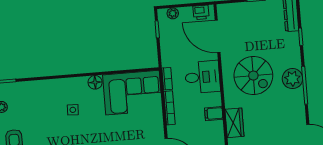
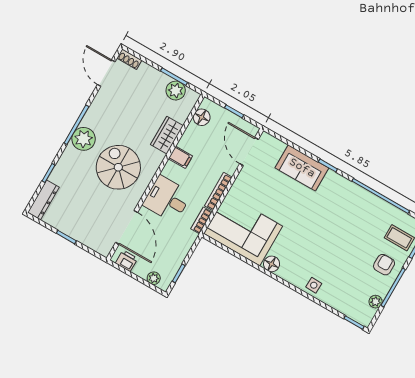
side table: (73, 110) -> (314, 285), moved

